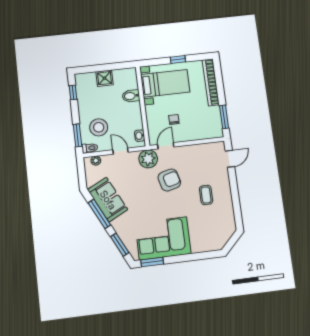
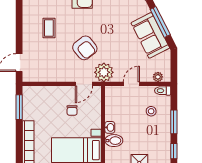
stool: (99, 127) -> (151, 111), width x0.53, depth x0.53
window: (78, 135) -> (174, 122), moved
washbasin: (140, 136) -> (110, 127), moved
door: (121, 151) -> (131, 84), swing flipped
armchair: (169, 180) -> (85, 48), turned -114

